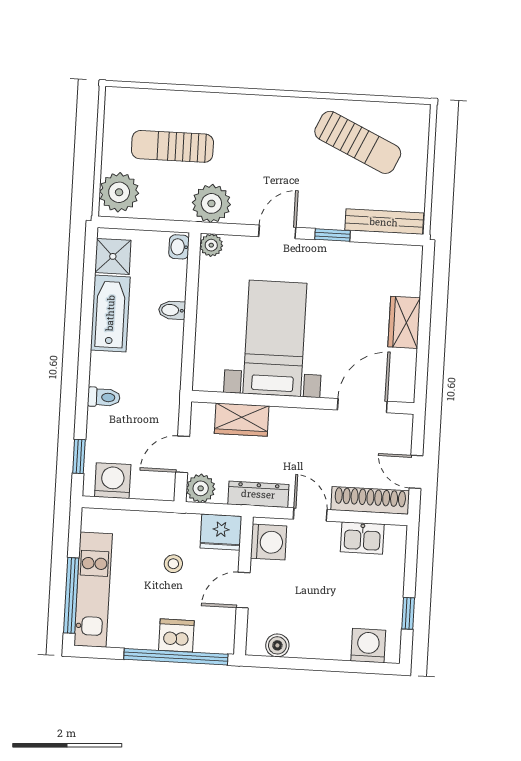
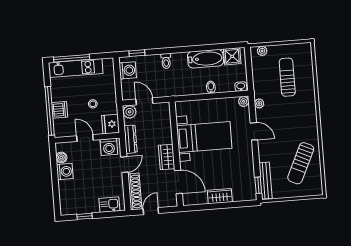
plant: (119, 192) -> (262, 51), width x0.53, depth x0.53
plant: (211, 203) -> (259, 103), width x0.53, depth x0.53
window: (332, 235) -> (258, 185), moved
wardrobe: (242, 420) -> (167, 157), moved
kitchen sink: (362, 538) -> (109, 205), moved, turned 90
washing machine: (368, 646) -> (65, 171), moved

